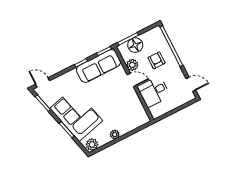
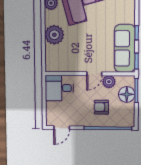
armchair: (156, 60) -> (101, 107), turned 180
desk: (154, 91) -> (59, 88), moved, turned -90
plant: (115, 135) -> (54, 35), width x1.87, depth x1.87

